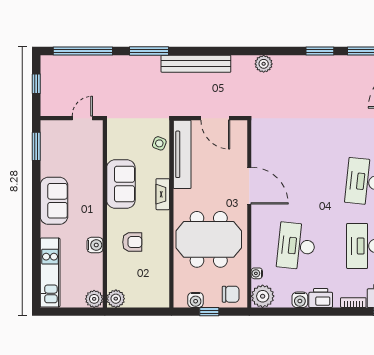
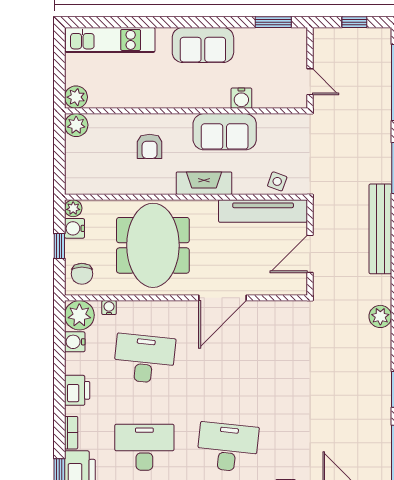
fireplace: (163, 194) -> (204, 183), width x1.37, depth x1.32
water cooler: (95, 245) -> (241, 98), moved
water cooler: (300, 300) -> (75, 342), moved
plant: (180, 301) -> (73, 208), added

